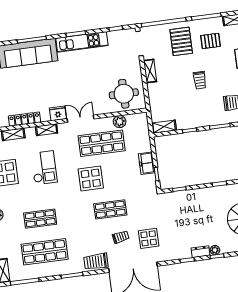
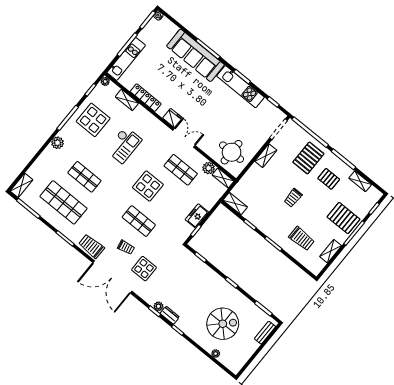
shelving: (47, 130) -> (223, 178), moved
shop shelf: (102, 143) -> (181, 170), width x0.70, depth x0.74
plant: (215, 250) -> (158, 306), moved

